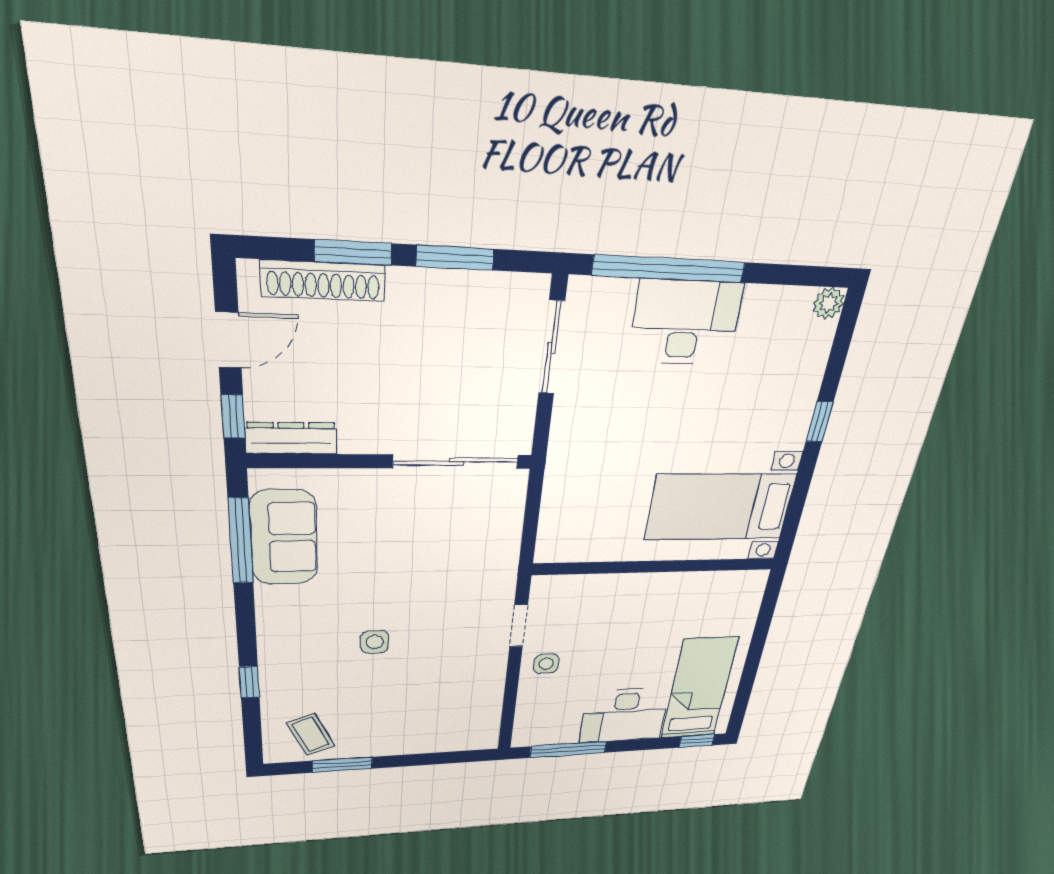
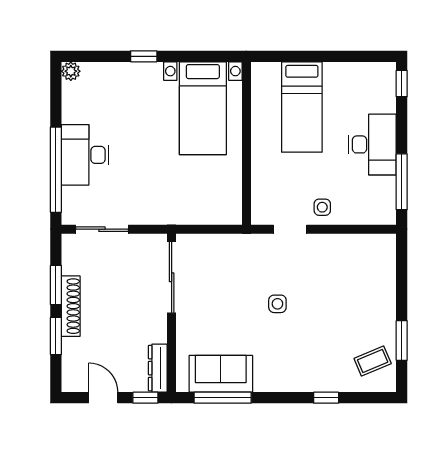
shoe rack: (323, 281) -> (71, 306), moved
side table: (375, 642) -> (277, 304), moved
bed: (699, 688) -> (302, 107), moved, turned -90

